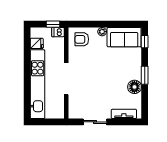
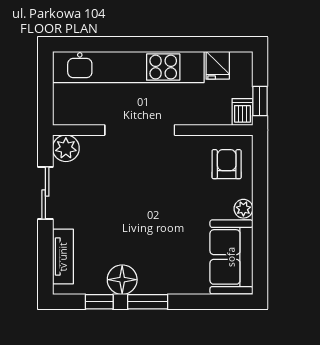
window: (145, 42) -> (99, 302), moved
plant: (75, 113) -> (66, 148), added

